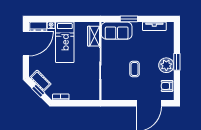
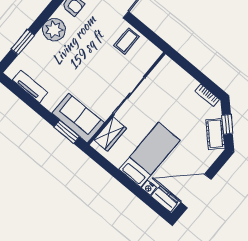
window: (129, 19) -> (67, 132), moved
window: (177, 62) -> (23, 42), moved
coffee table: (135, 69) -> (127, 41), moved

